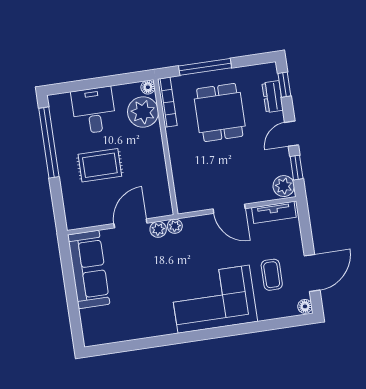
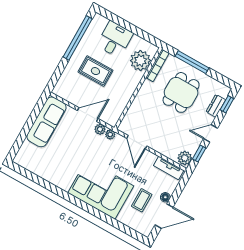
floor lamp: (148, 87) -> (153, 49), removed
door: (229, 209) -> (137, 142), moved
floor lamp: (305, 306) -> (165, 197), moved

